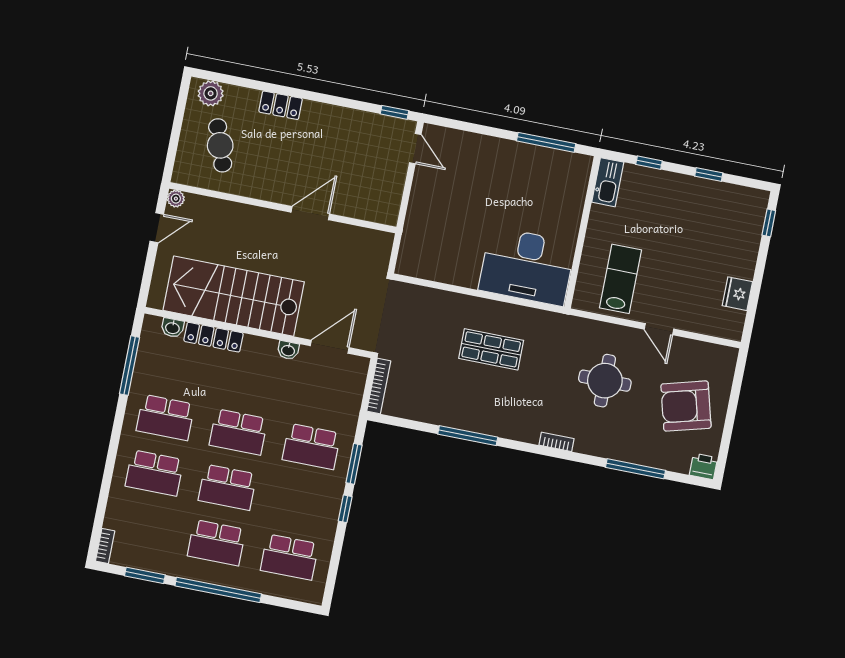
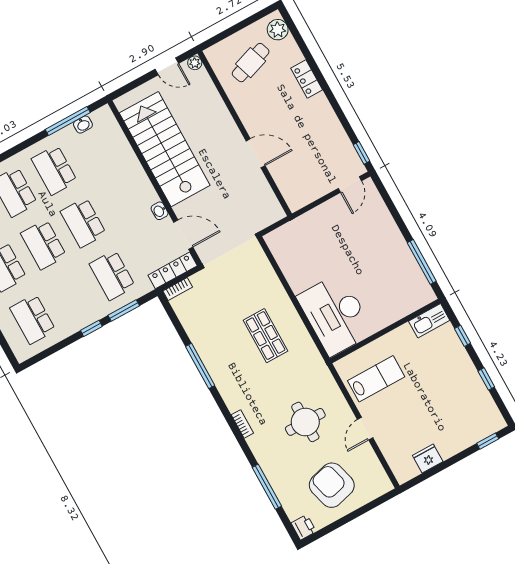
washbasin: (172, 328) -> (83, 125), moved, turned -90
locker: (214, 337) -> (173, 270), moved, turned 90
bookcase: (379, 386) -> (178, 289), width x0.64

